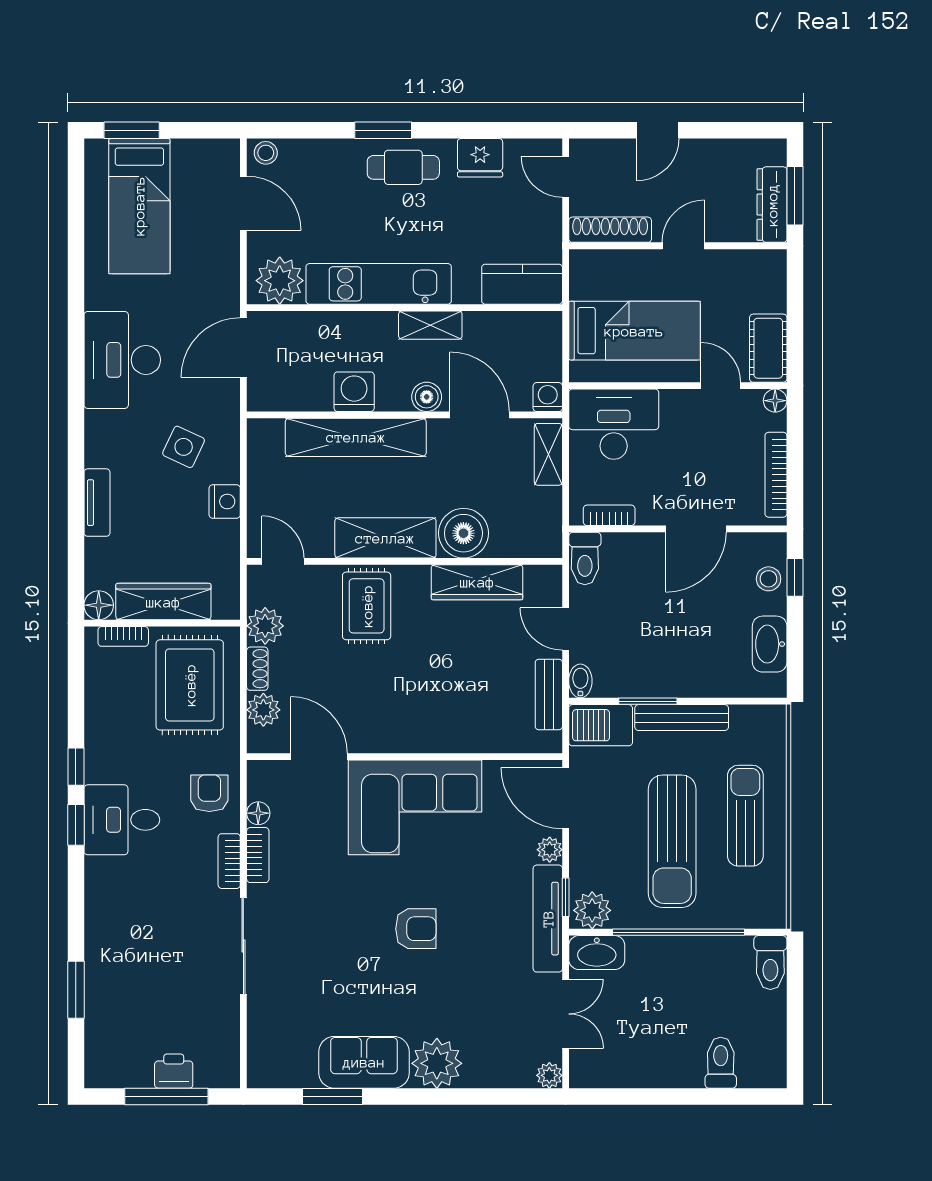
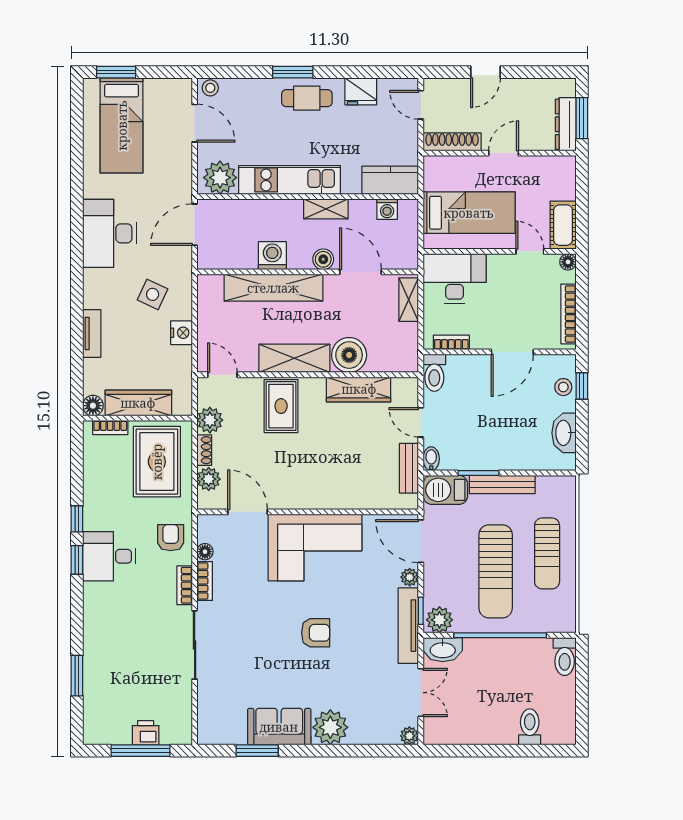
washing machine: (548, 397) -> (387, 209), moved, turned 180
sun lounger: (745, 816) -> (547, 553), turned 180

